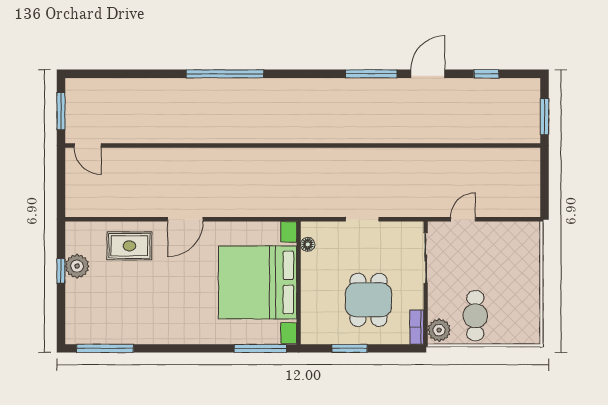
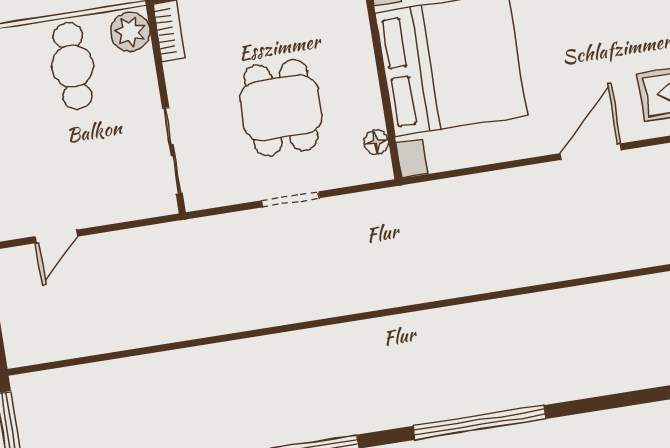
window: (225, 74) -> (480, 422), moved
door: (463, 219) -> (56, 236), moved
dining table: (369, 300) -> (281, 108), moved

